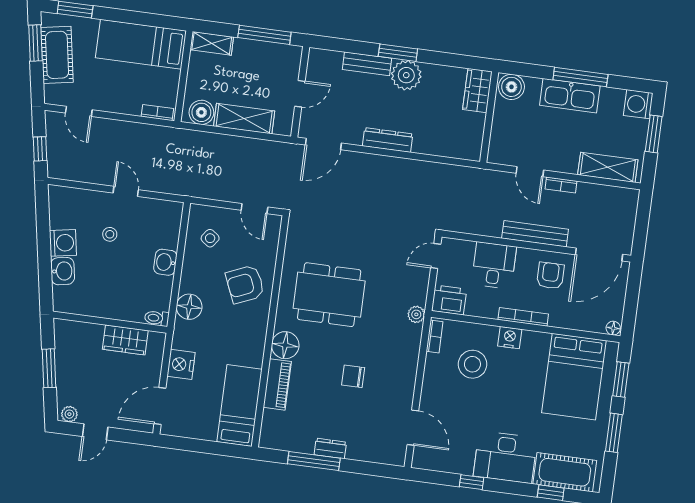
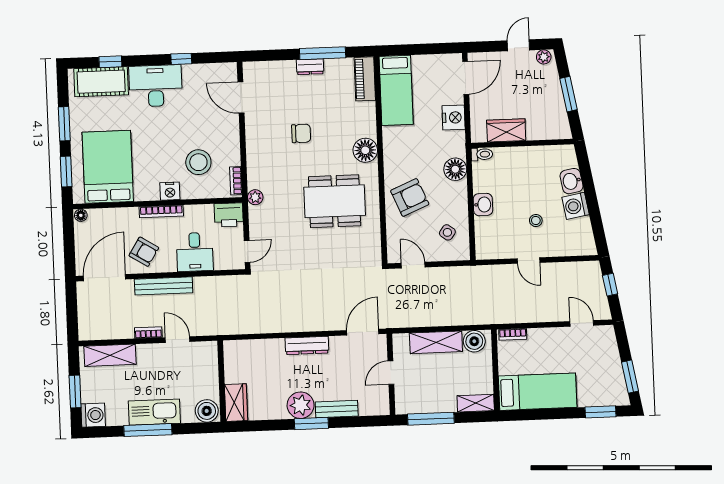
cot: (57, 55) -> (609, 370), removed
armchair: (550, 276) -> (144, 252), turned -58
piano: (277, 384) -> (365, 79), moved

